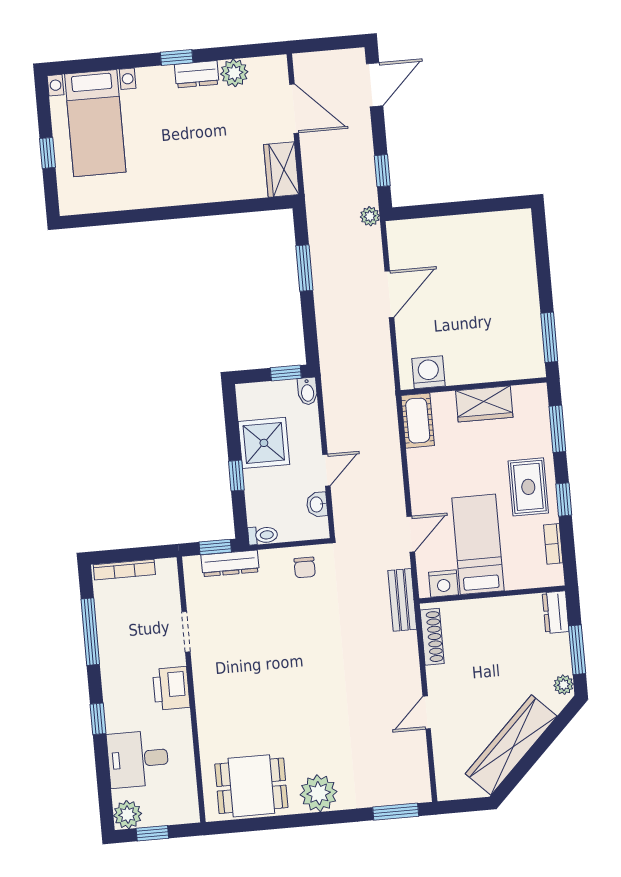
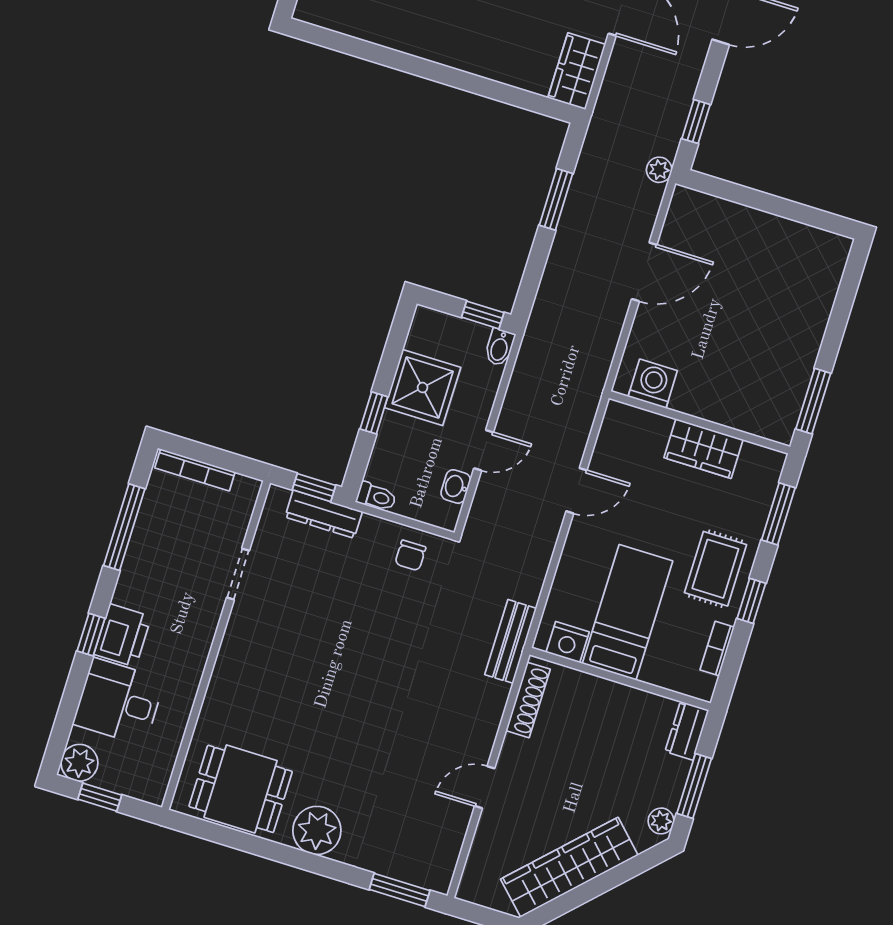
cot: (418, 421) -> (616, 436), removed
door: (411, 534) -> (576, 491), moved
printer: (171, 688) -> (123, 635), moved, turned 180

